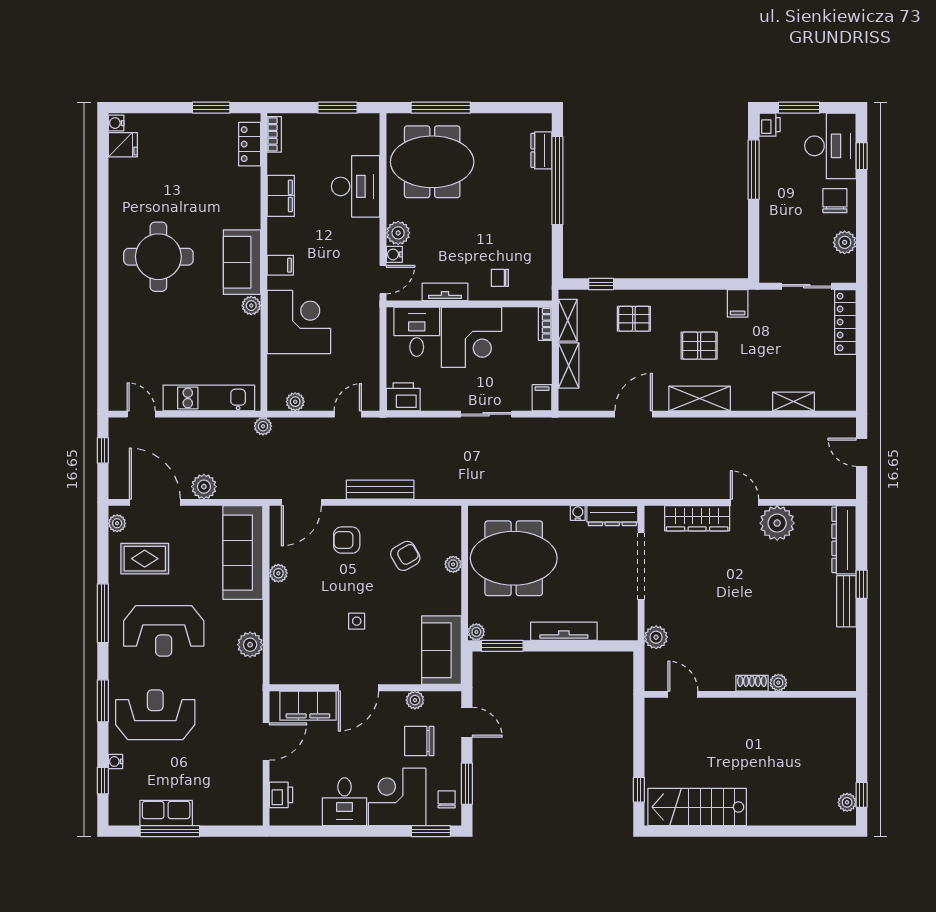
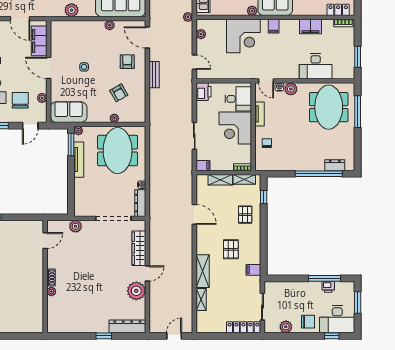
printer: (770, 125) -> (328, 287), moved
shelving: (700, 399) -> (203, 271), moved
bench: (380, 490) -> (154, 75), width x0.73
bench: (846, 601) -> (95, 328), removed
tv unit: (564, 631) -> (79, 160), moved

